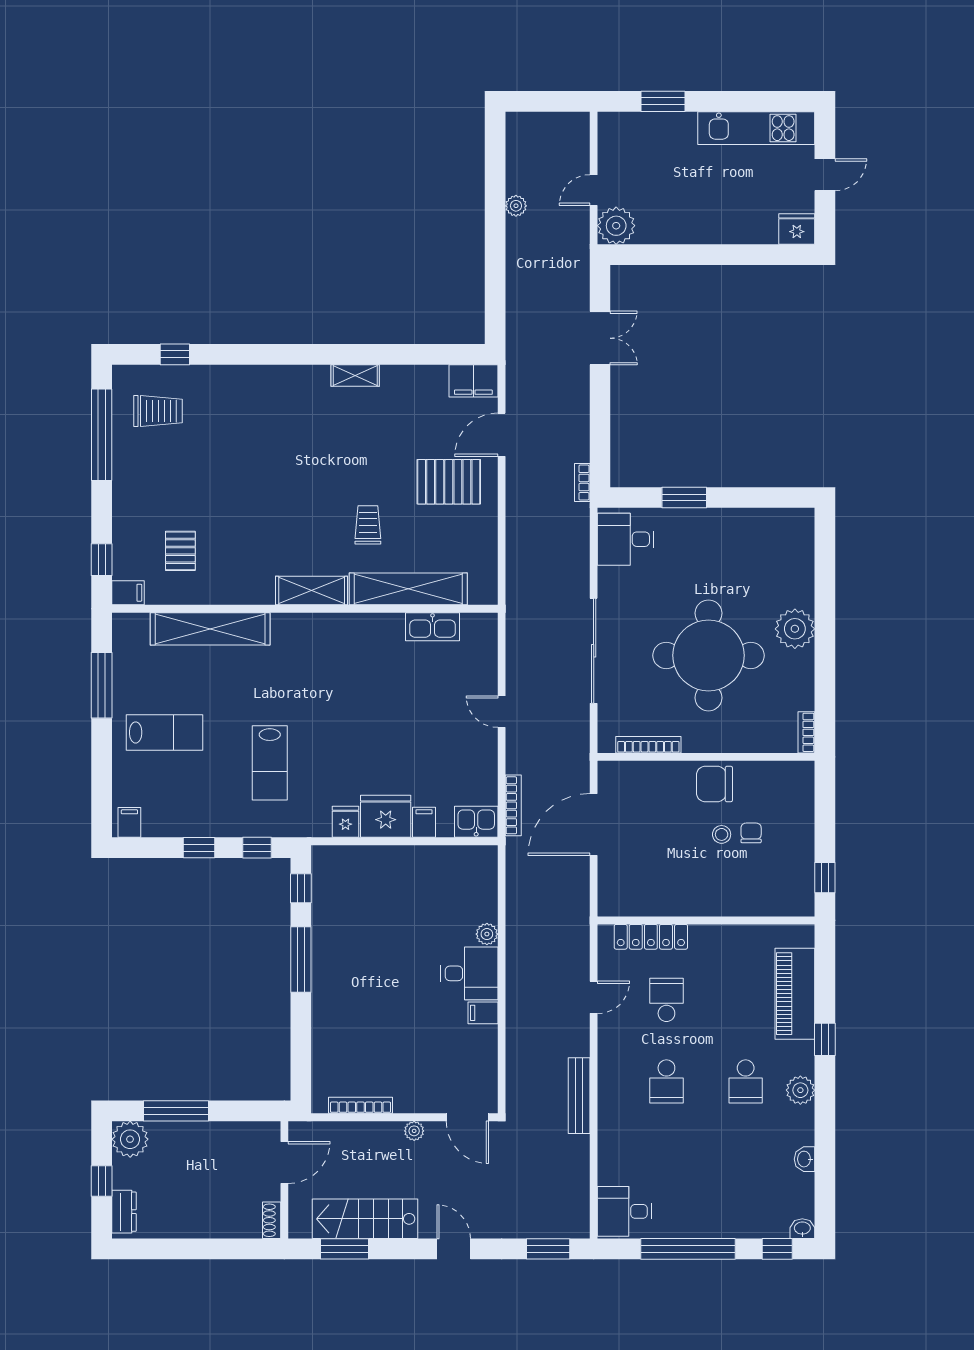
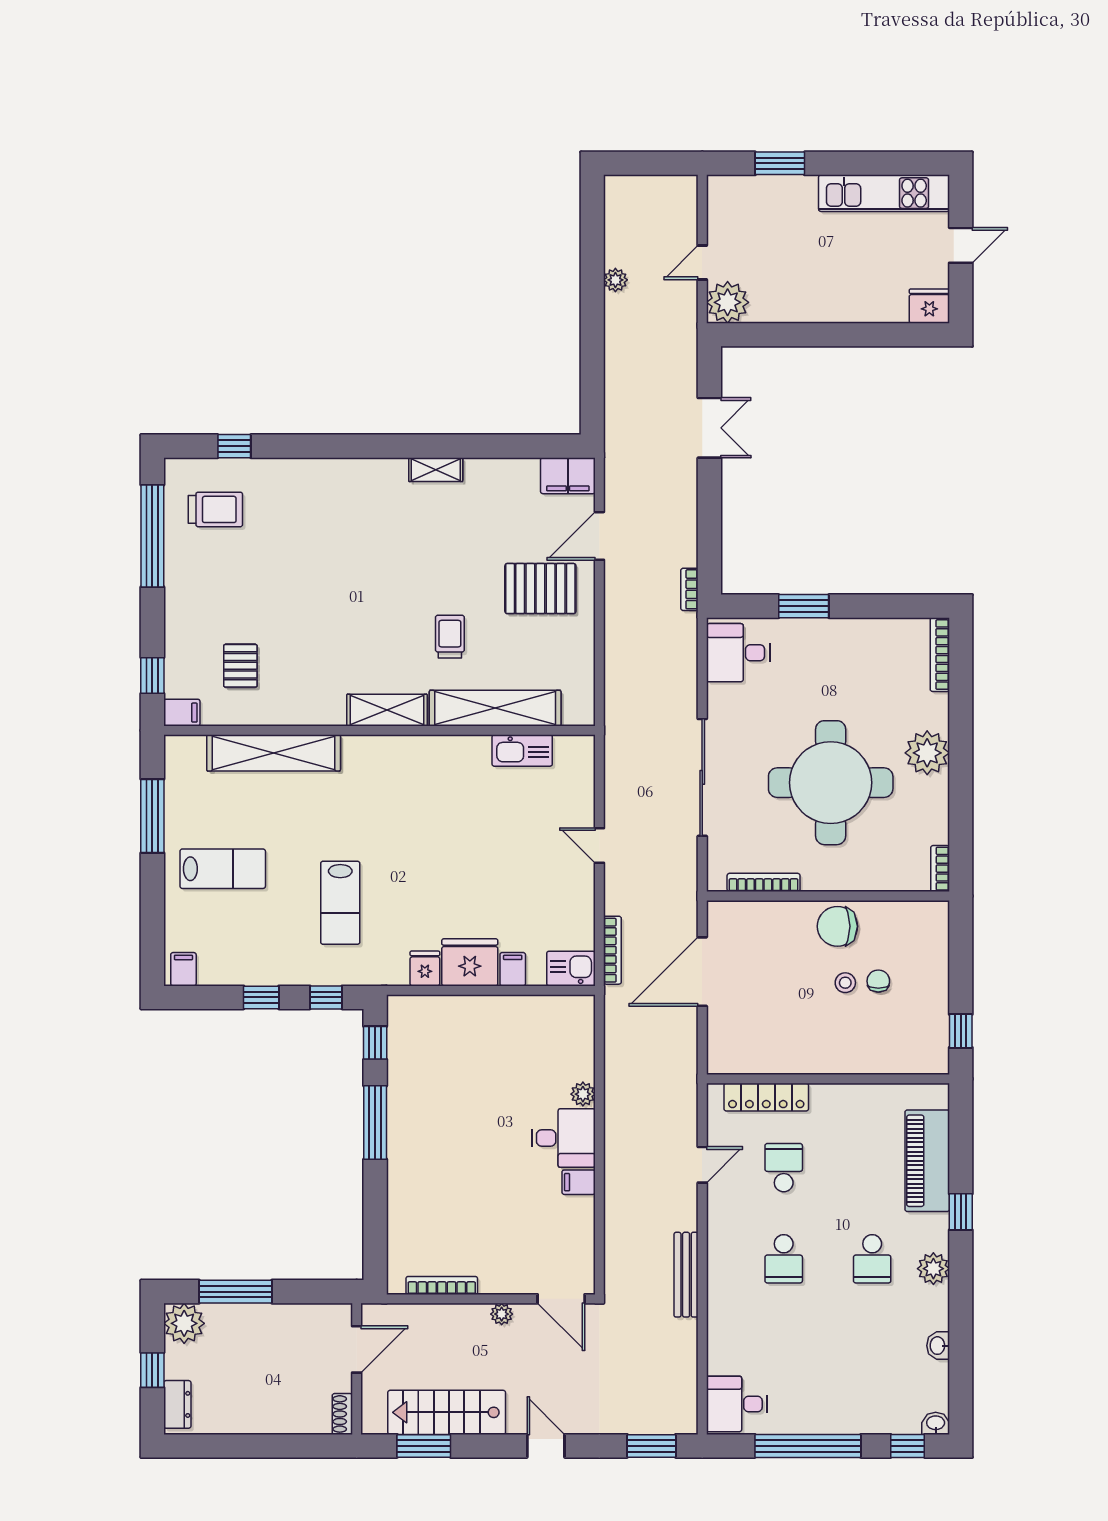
bookcase: (806, 541) -> (940, 655), added

